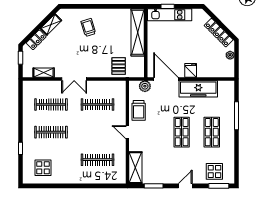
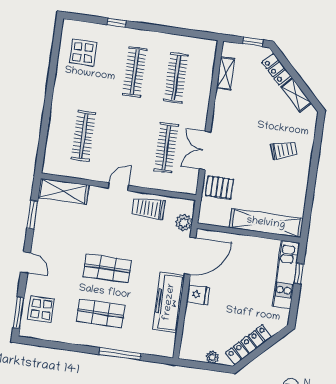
double door: (74, 79) -> (205, 150), moved

